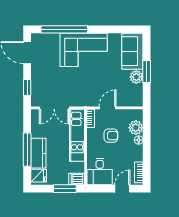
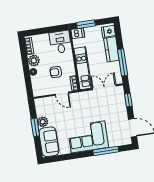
window: (64, 29) -> (106, 151), width x0.68
door: (108, 108) -> (62, 94), hinge flipped
plant: (136, 128) -> (34, 61), moved
window: (27, 150) -> (123, 62), moved
door: (122, 189) -> (40, 31), removed

